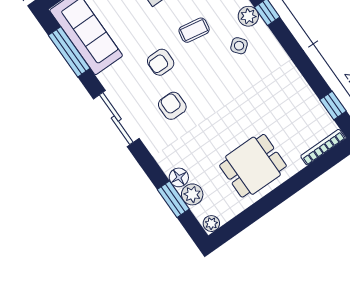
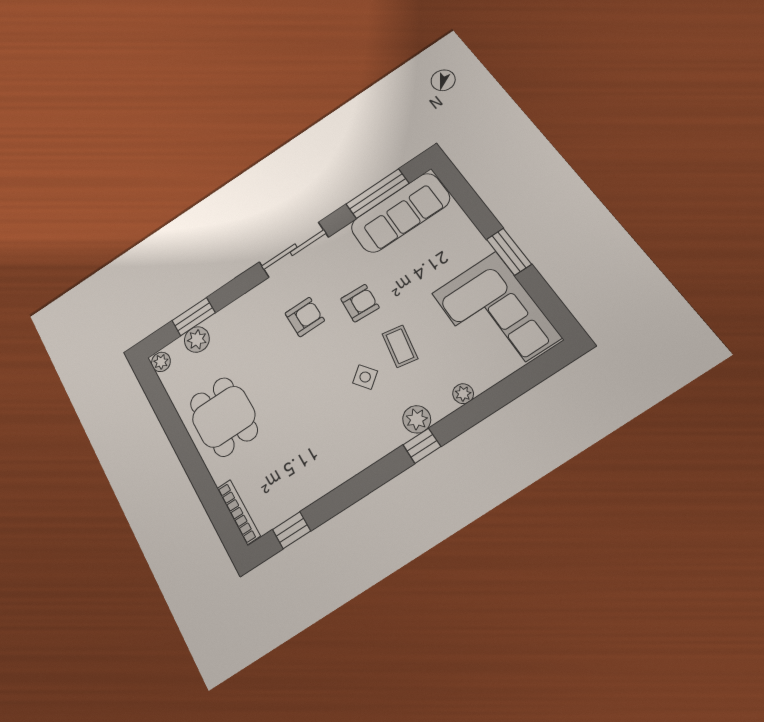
side table: (239, 46) -> (365, 377), moved
armchair: (161, 62) -> (360, 303), turned 93
floor lamp: (179, 177) -> (218, 324), removed

